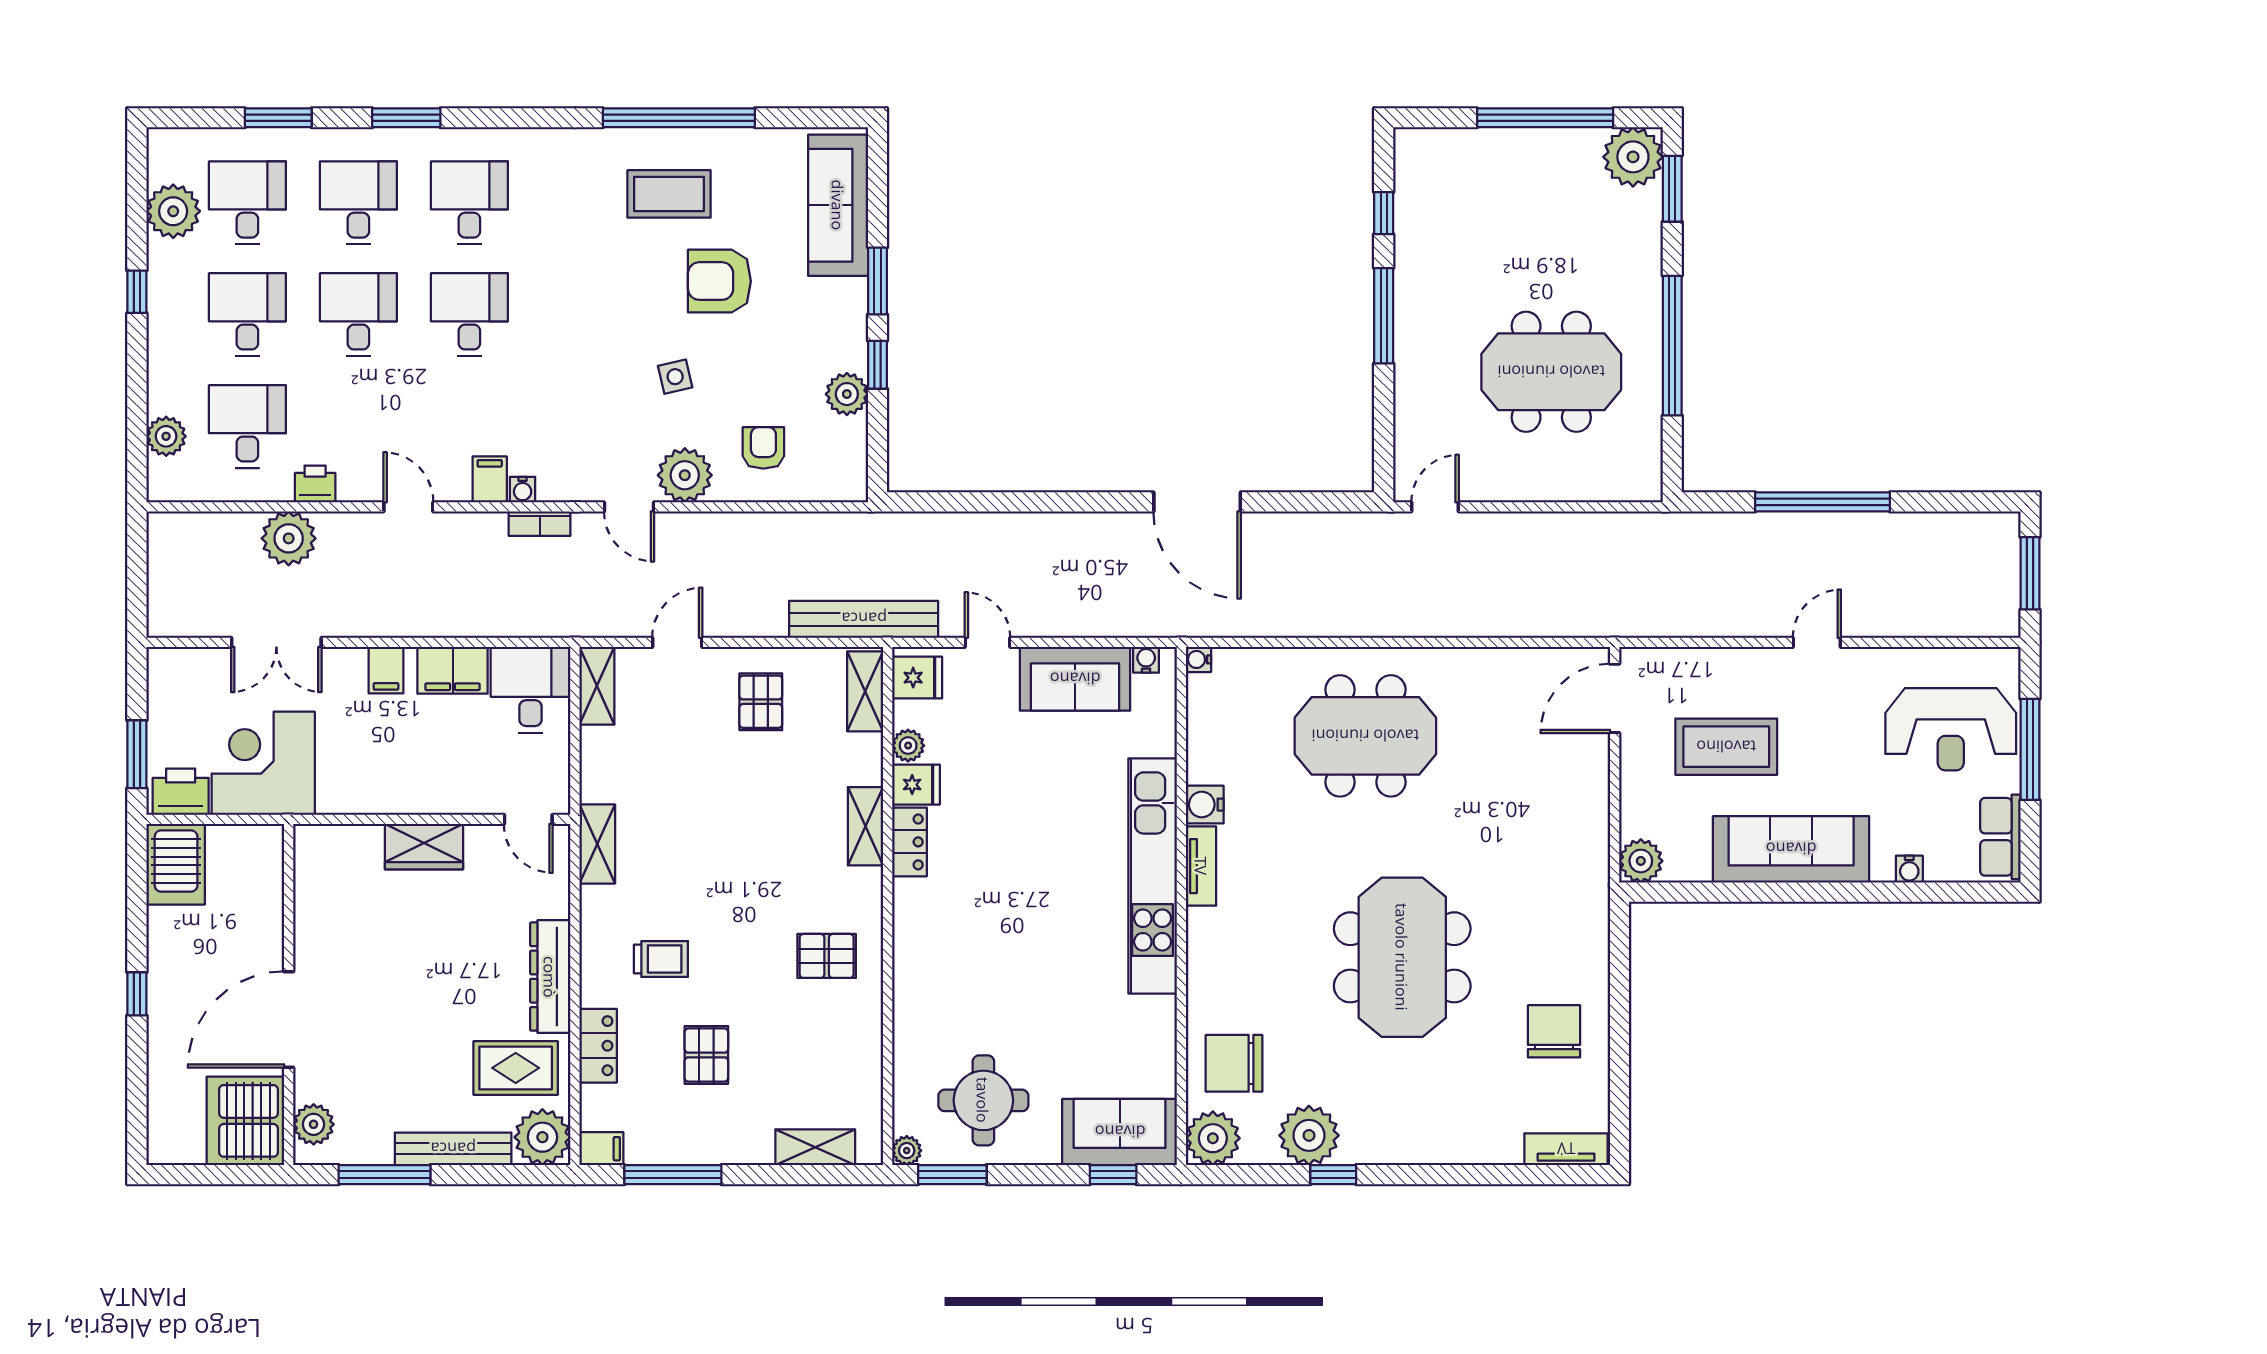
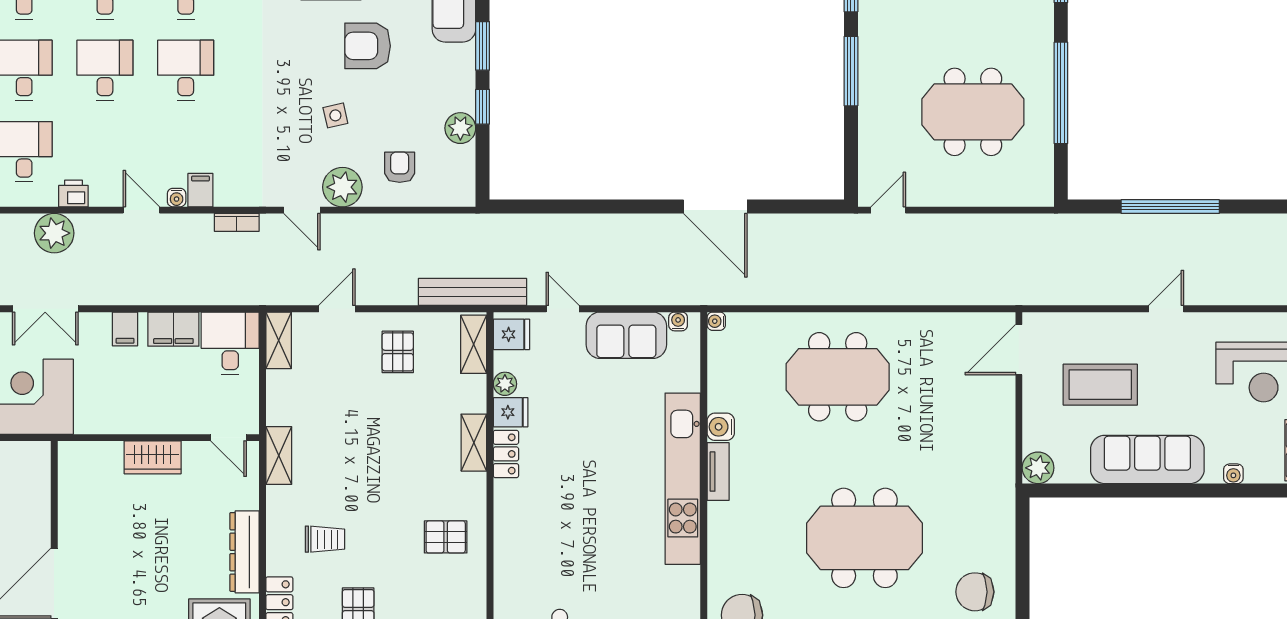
water cooler: (523, 490) -> (177, 198), moved
meeting table: (1402, 957) -> (864, 538), turned 90
chair: (1554, 1031) -> (975, 592), turned -90

